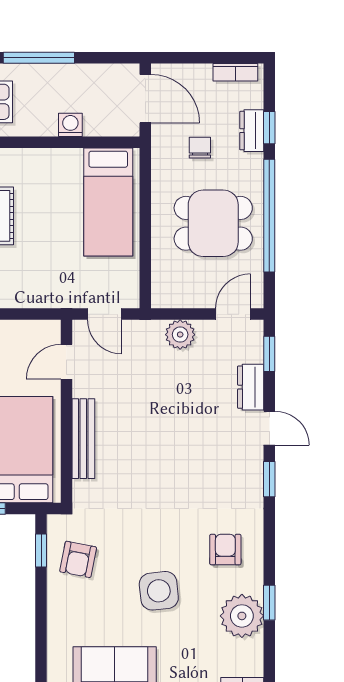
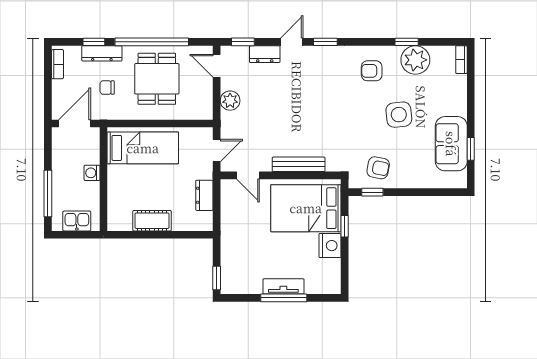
dresser: (252, 131) -> (102, 53), width x1.44
dresser: (36, 295) -> (204, 195), added

